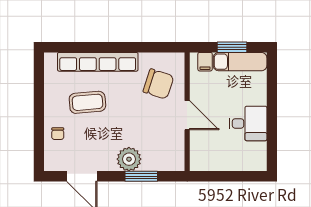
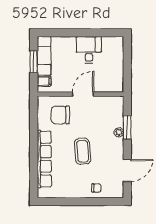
chair: (158, 84) -> (60, 115), turned -108
coffee table: (87, 102) -> (83, 151), moved
plant: (129, 159) -> (119, 132), width x0.53, depth x0.53

